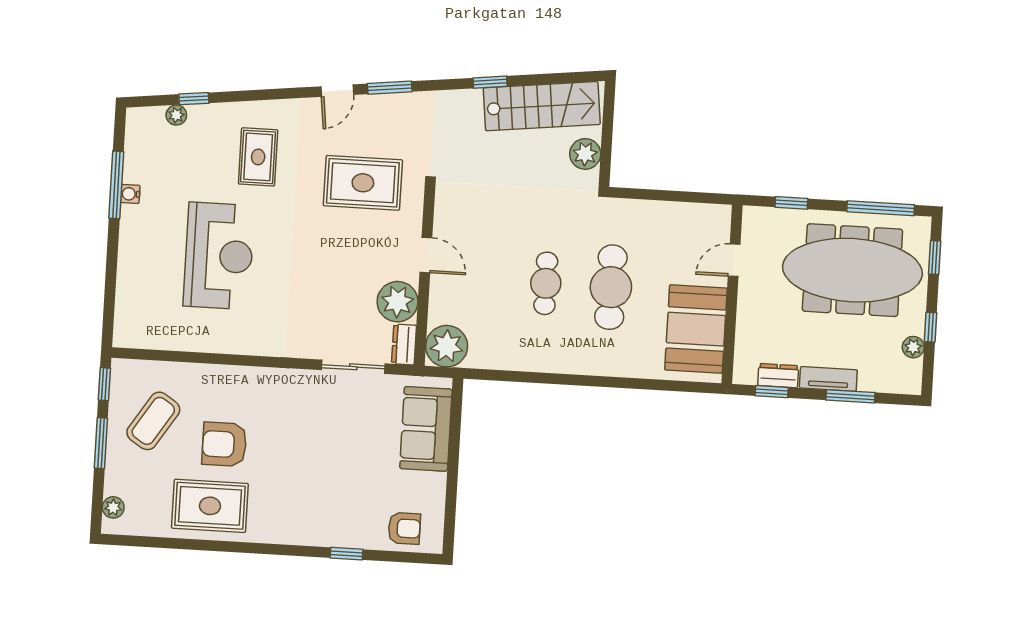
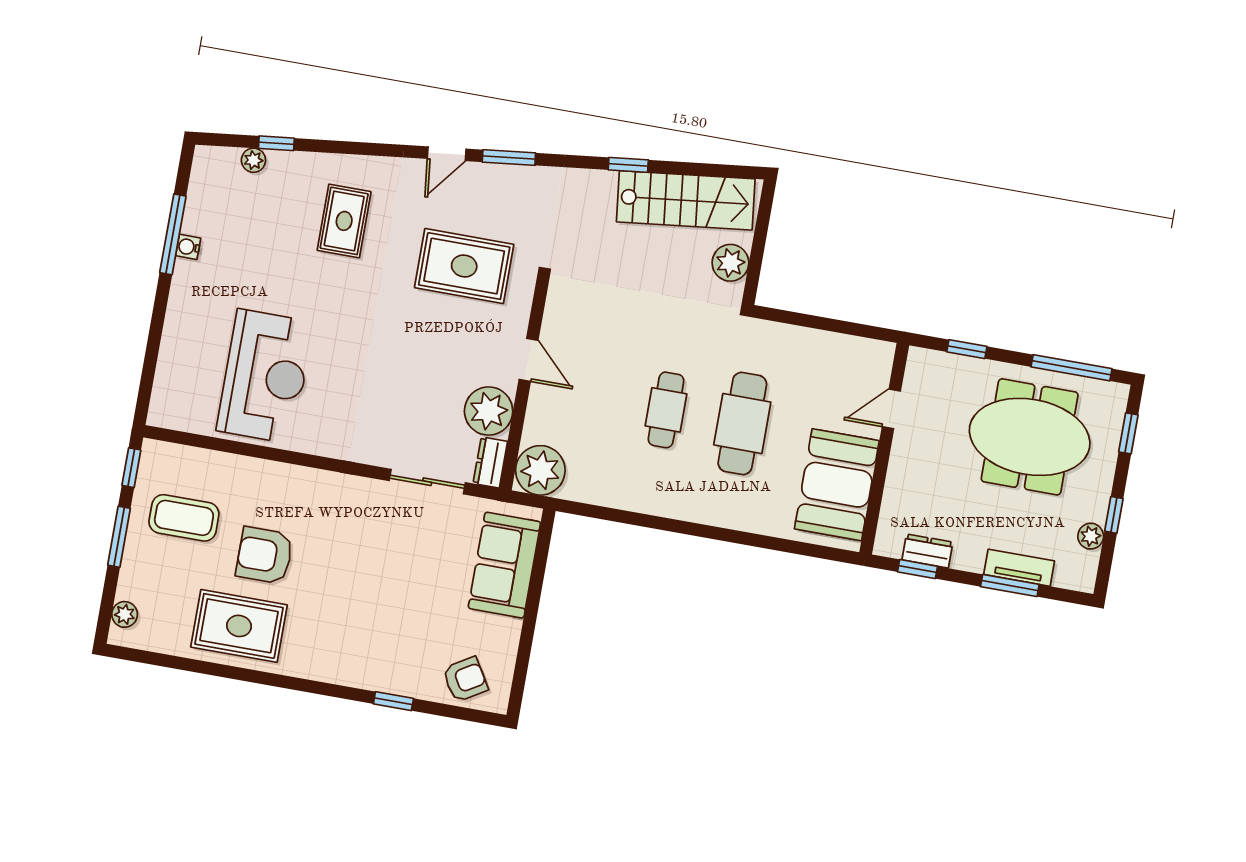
reception desk: (219, 256) -> (265, 376), moved
meeting table: (852, 270) -> (1030, 437), width x0.73
tv unit: (828, 379) -> (1019, 568), moved
coffee table: (153, 421) -> (184, 518), turned 57
armchair: (404, 528) -> (465, 679), turned -31

